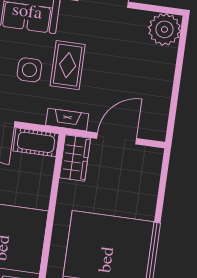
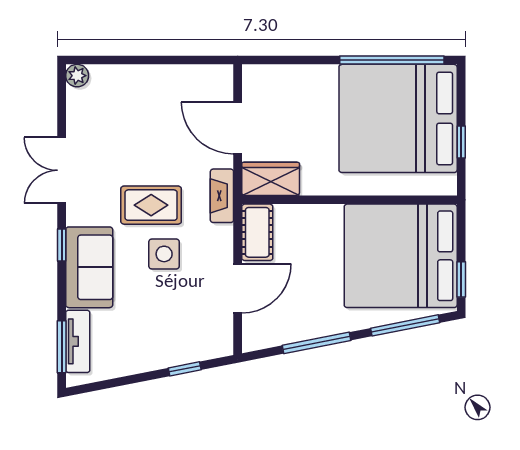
plant: (164, 29) -> (77, 76), width x0.53, depth x0.53

